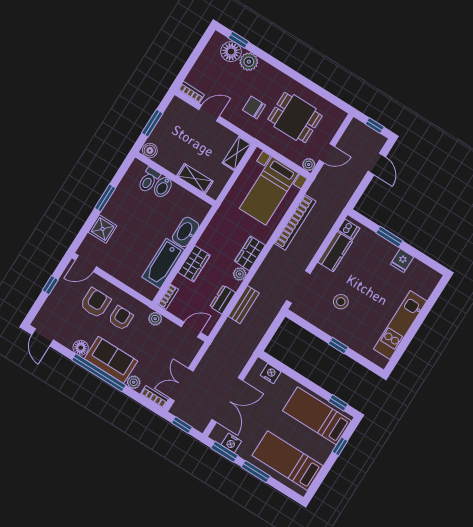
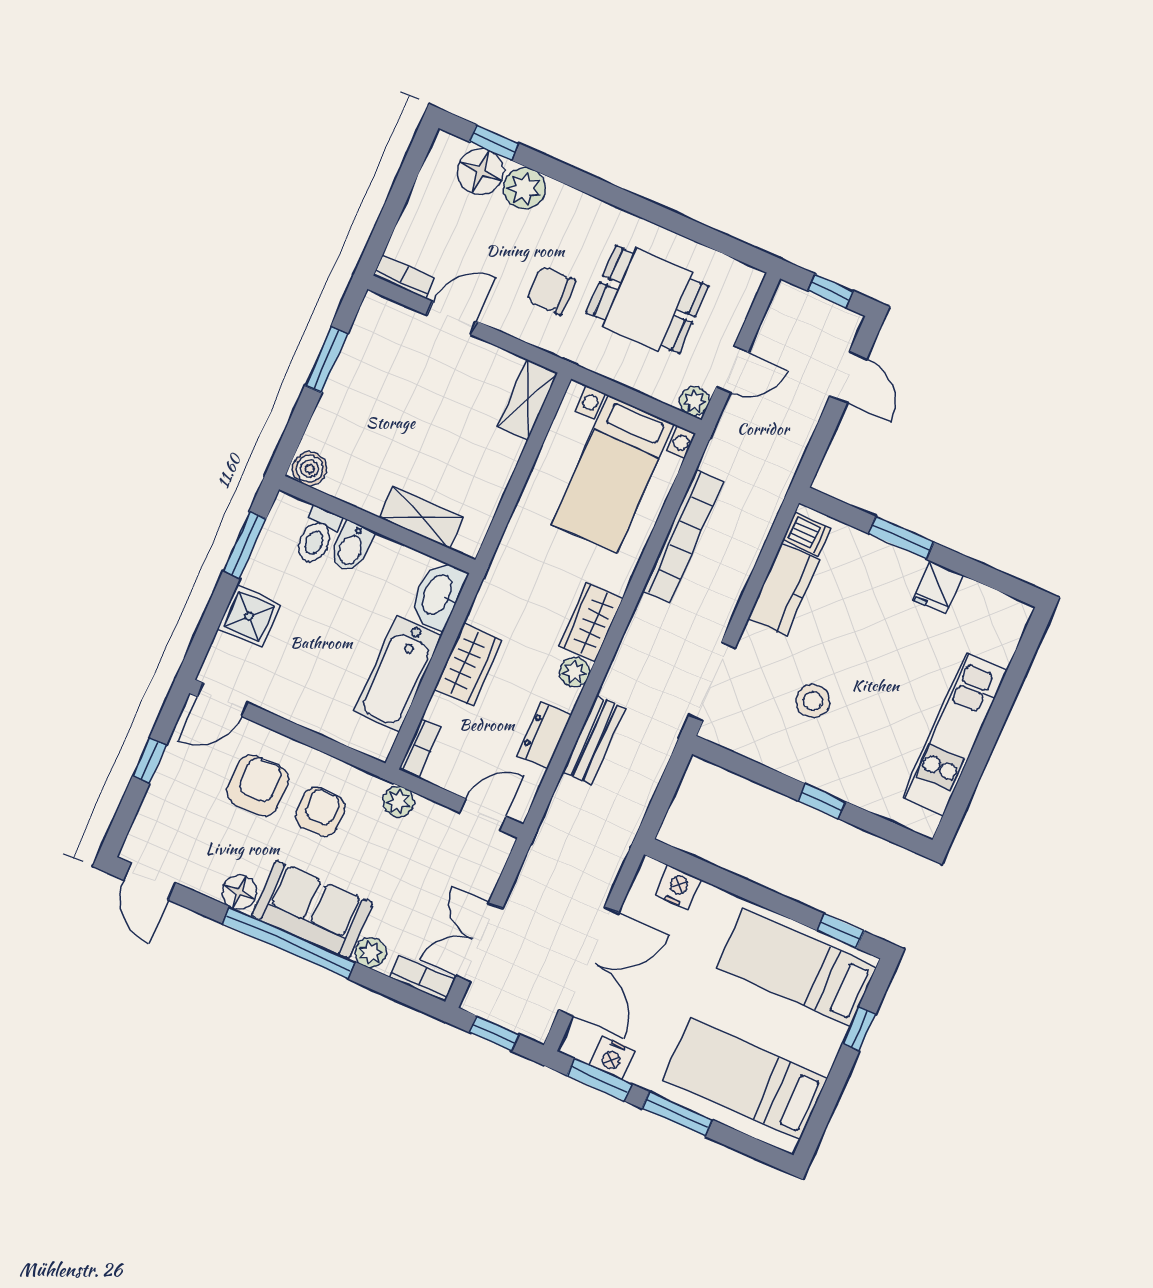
boiler: (150, 150) -> (310, 469), moved
wall: (175, 179) -> (377, 525), moved
shelving: (195, 179) -> (421, 517), moved
toilet: (149, 180) -> (317, 536), moved
bidet: (163, 187) -> (351, 547), moved

